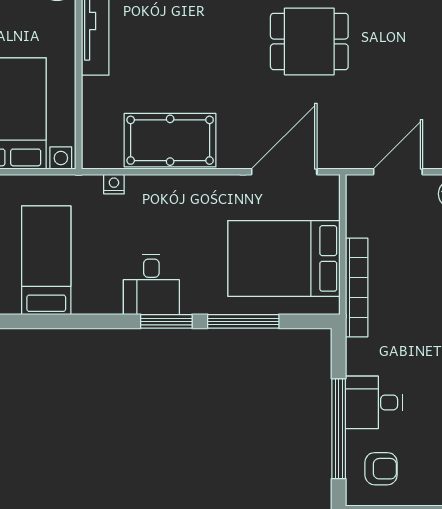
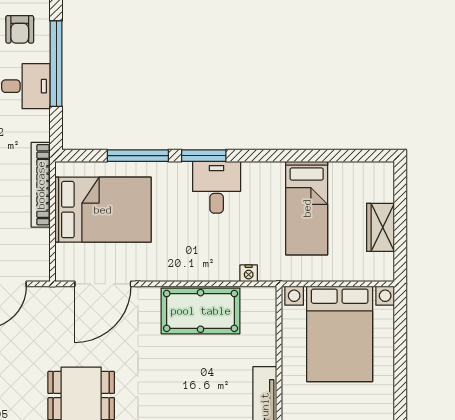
armchair: (381, 469) -> (20, 29), turned -90

